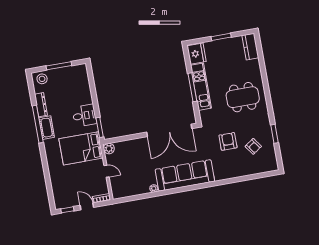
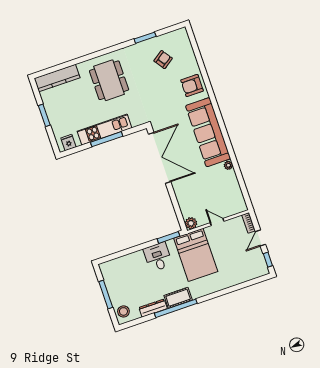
kitchen counter: (250, 47) -> (57, 78), width x1.50
fridge: (197, 54) -> (68, 143), width x0.53, depth x0.75
armchair: (228, 141) -> (192, 85), moved
door: (106, 171) -> (217, 222), hinge flipped

